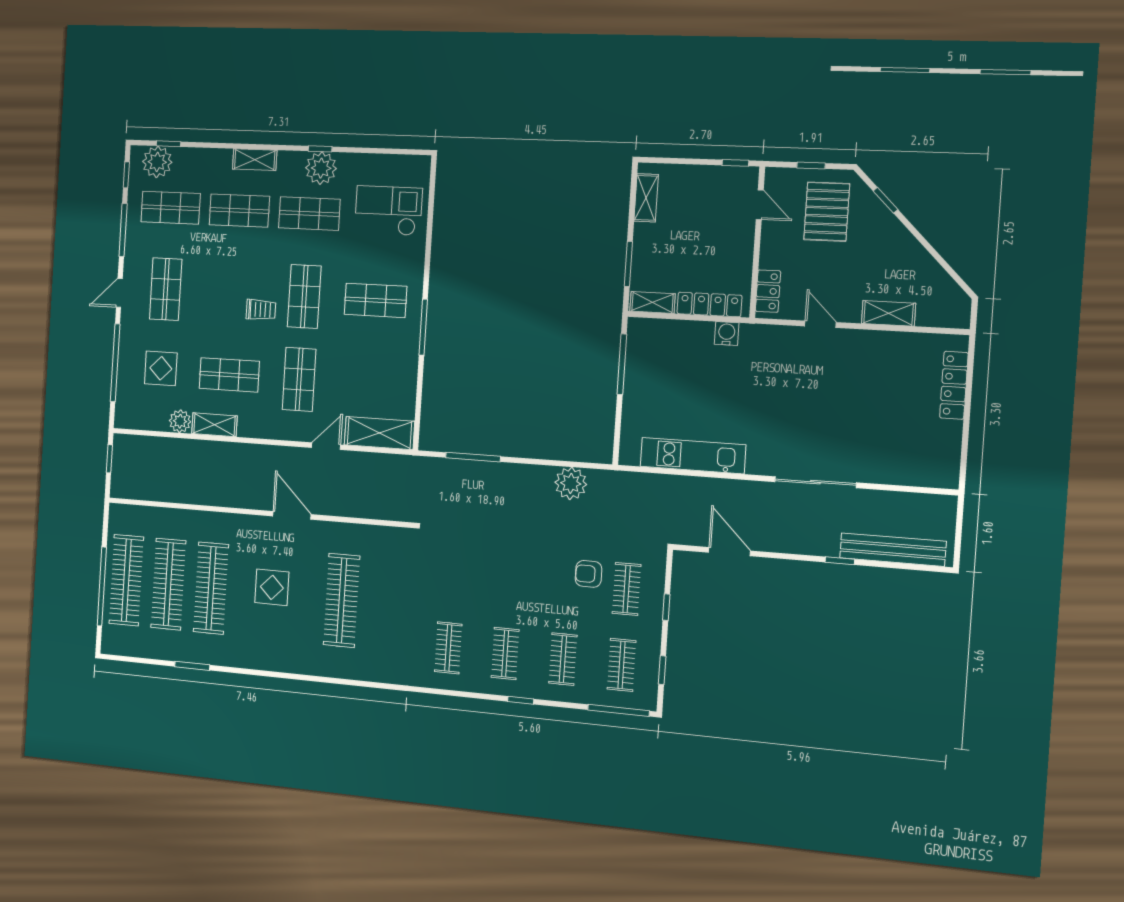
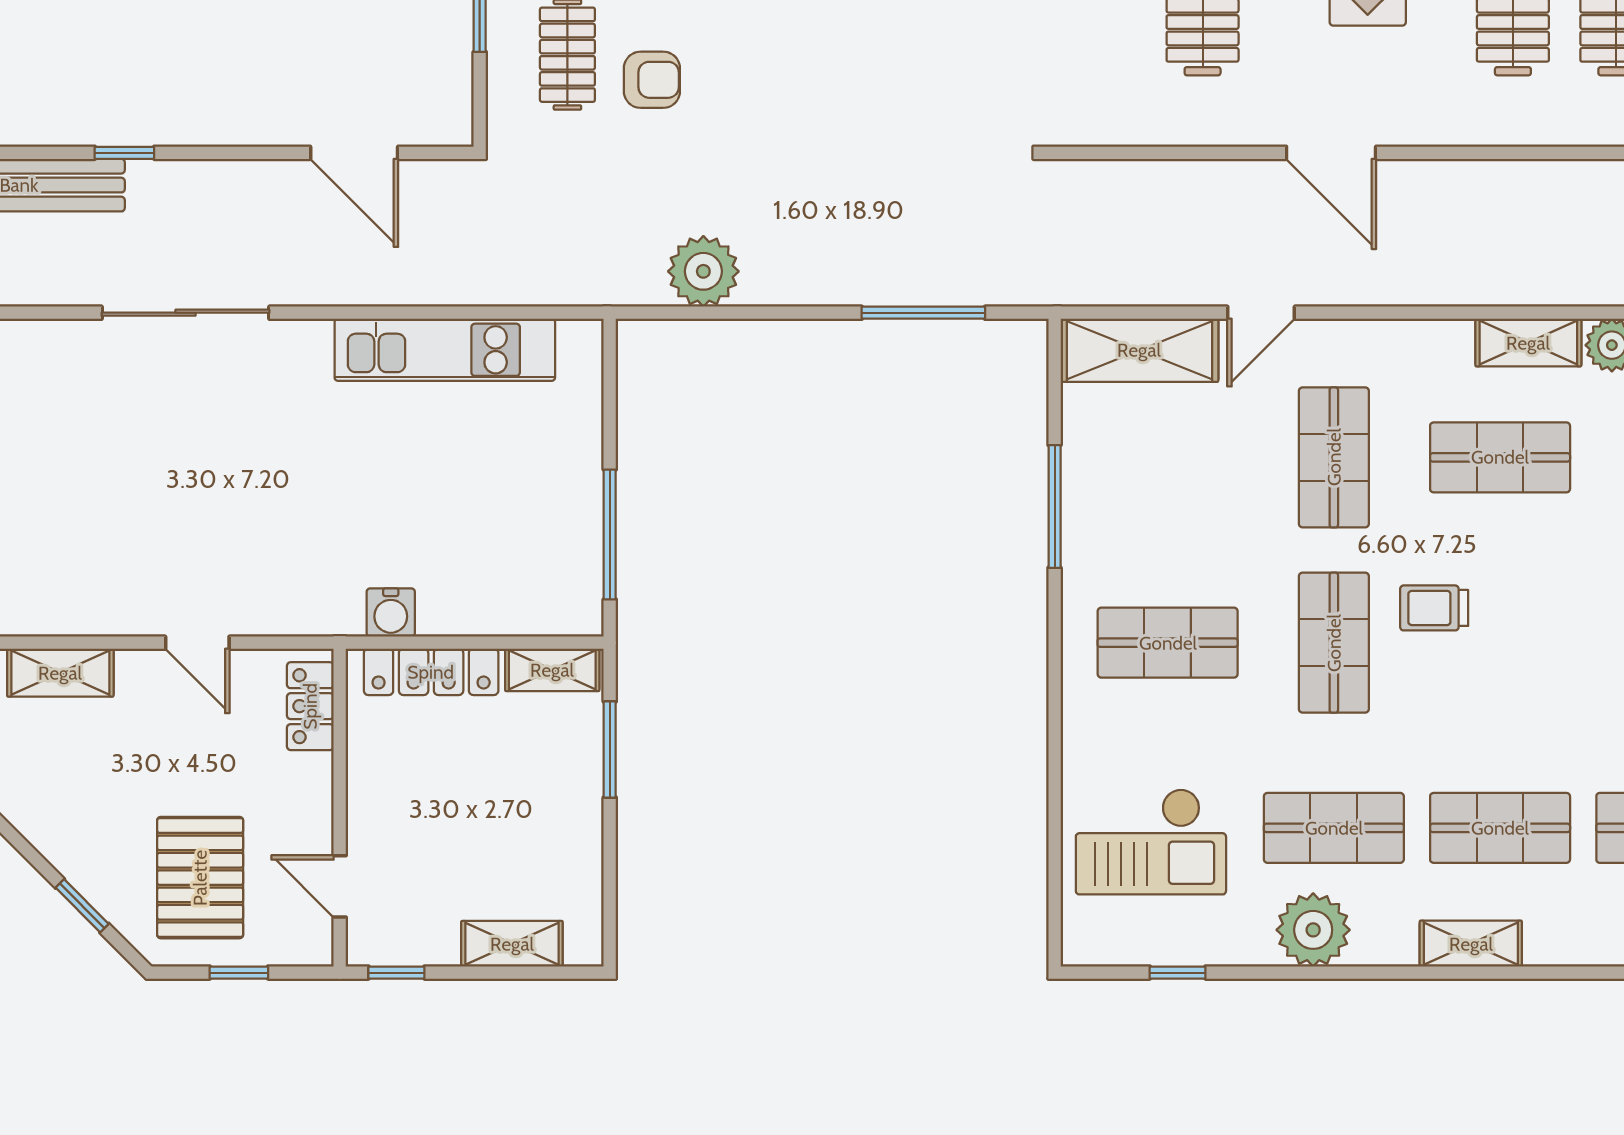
window: (320, 149) -> (1178, 973), moved
shelving: (646, 198) -> (512, 944), moved, turned 90
window: (423, 327) -> (1055, 506), moved

